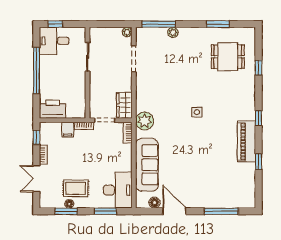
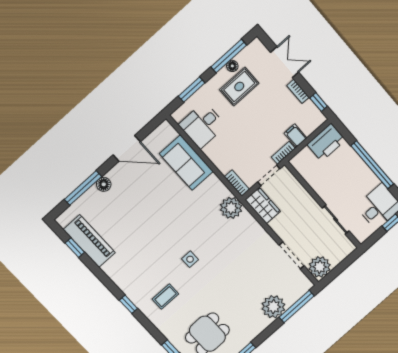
plant: (127, 32) -> (320, 267), width x1.88, depth x1.88
plant: (173, 32) -> (273, 307), width x1.88, depth x1.88
coffee table: (232, 103) -> (165, 297), added
piano: (246, 142) -> (89, 241), moved
window: (259, 162) -> (75, 248), moved
sofa: (147, 165) -> (186, 163), width x0.73
desk: (118, 190) -> (202, 125), width x0.73
floor lamp: (155, 203) -> (104, 184), moved
window: (66, 211) -> (229, 56), width x1.44

